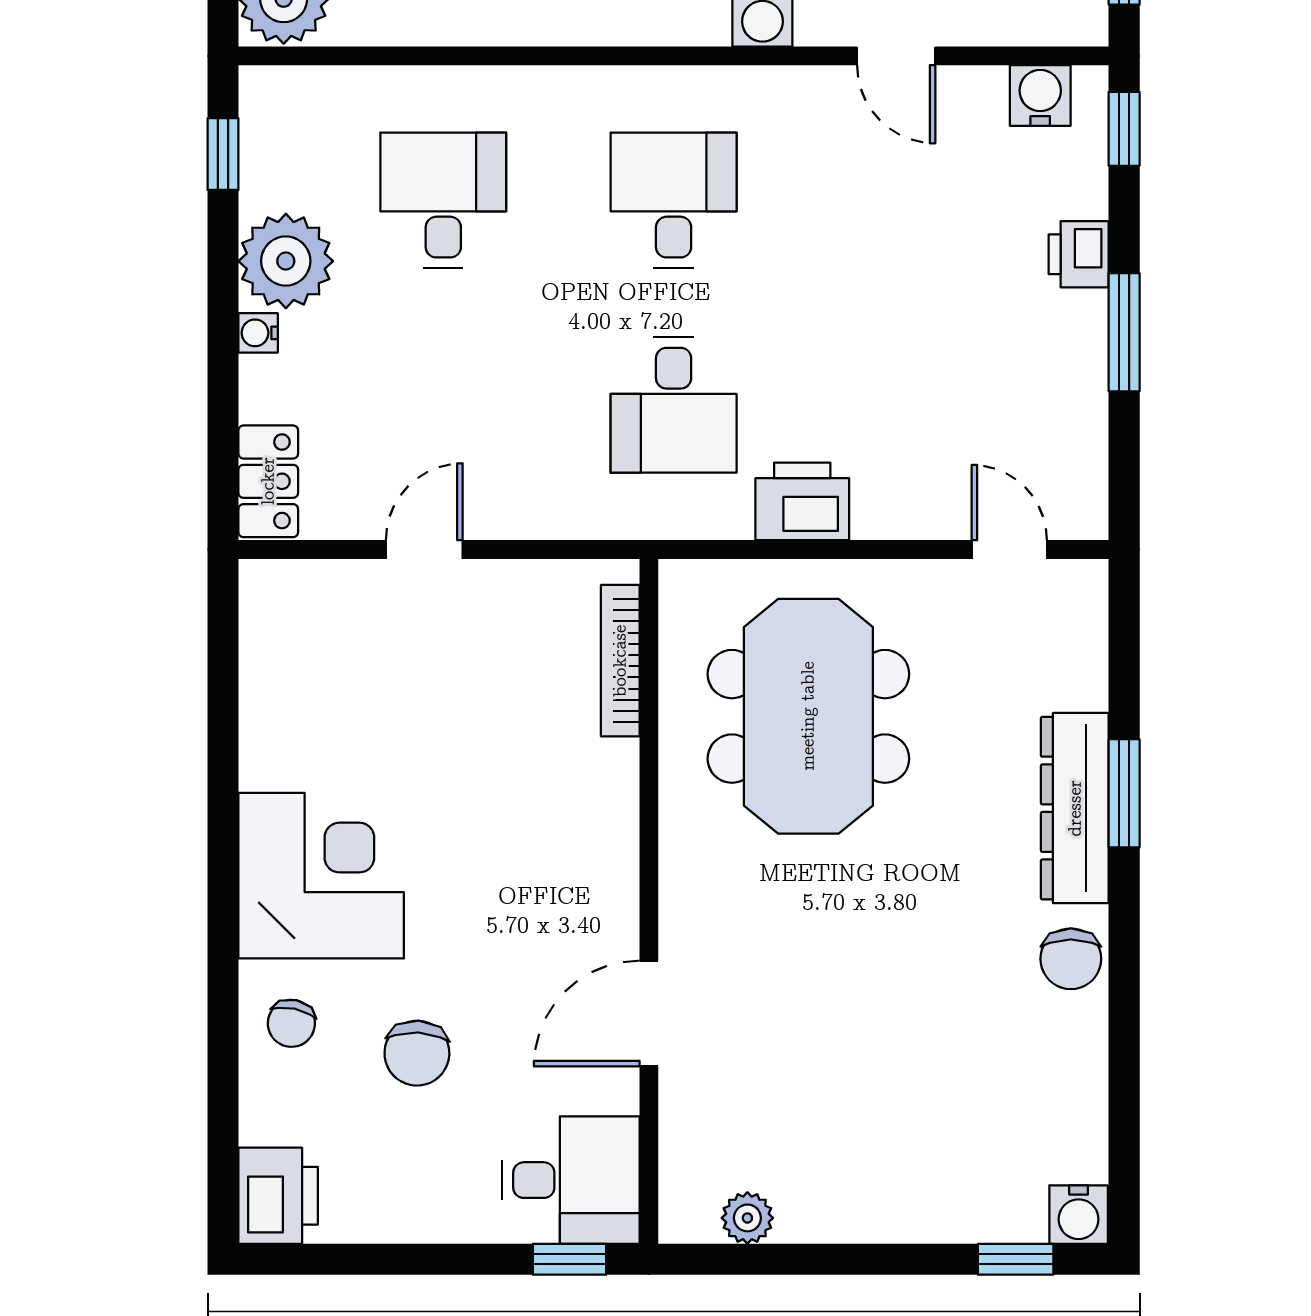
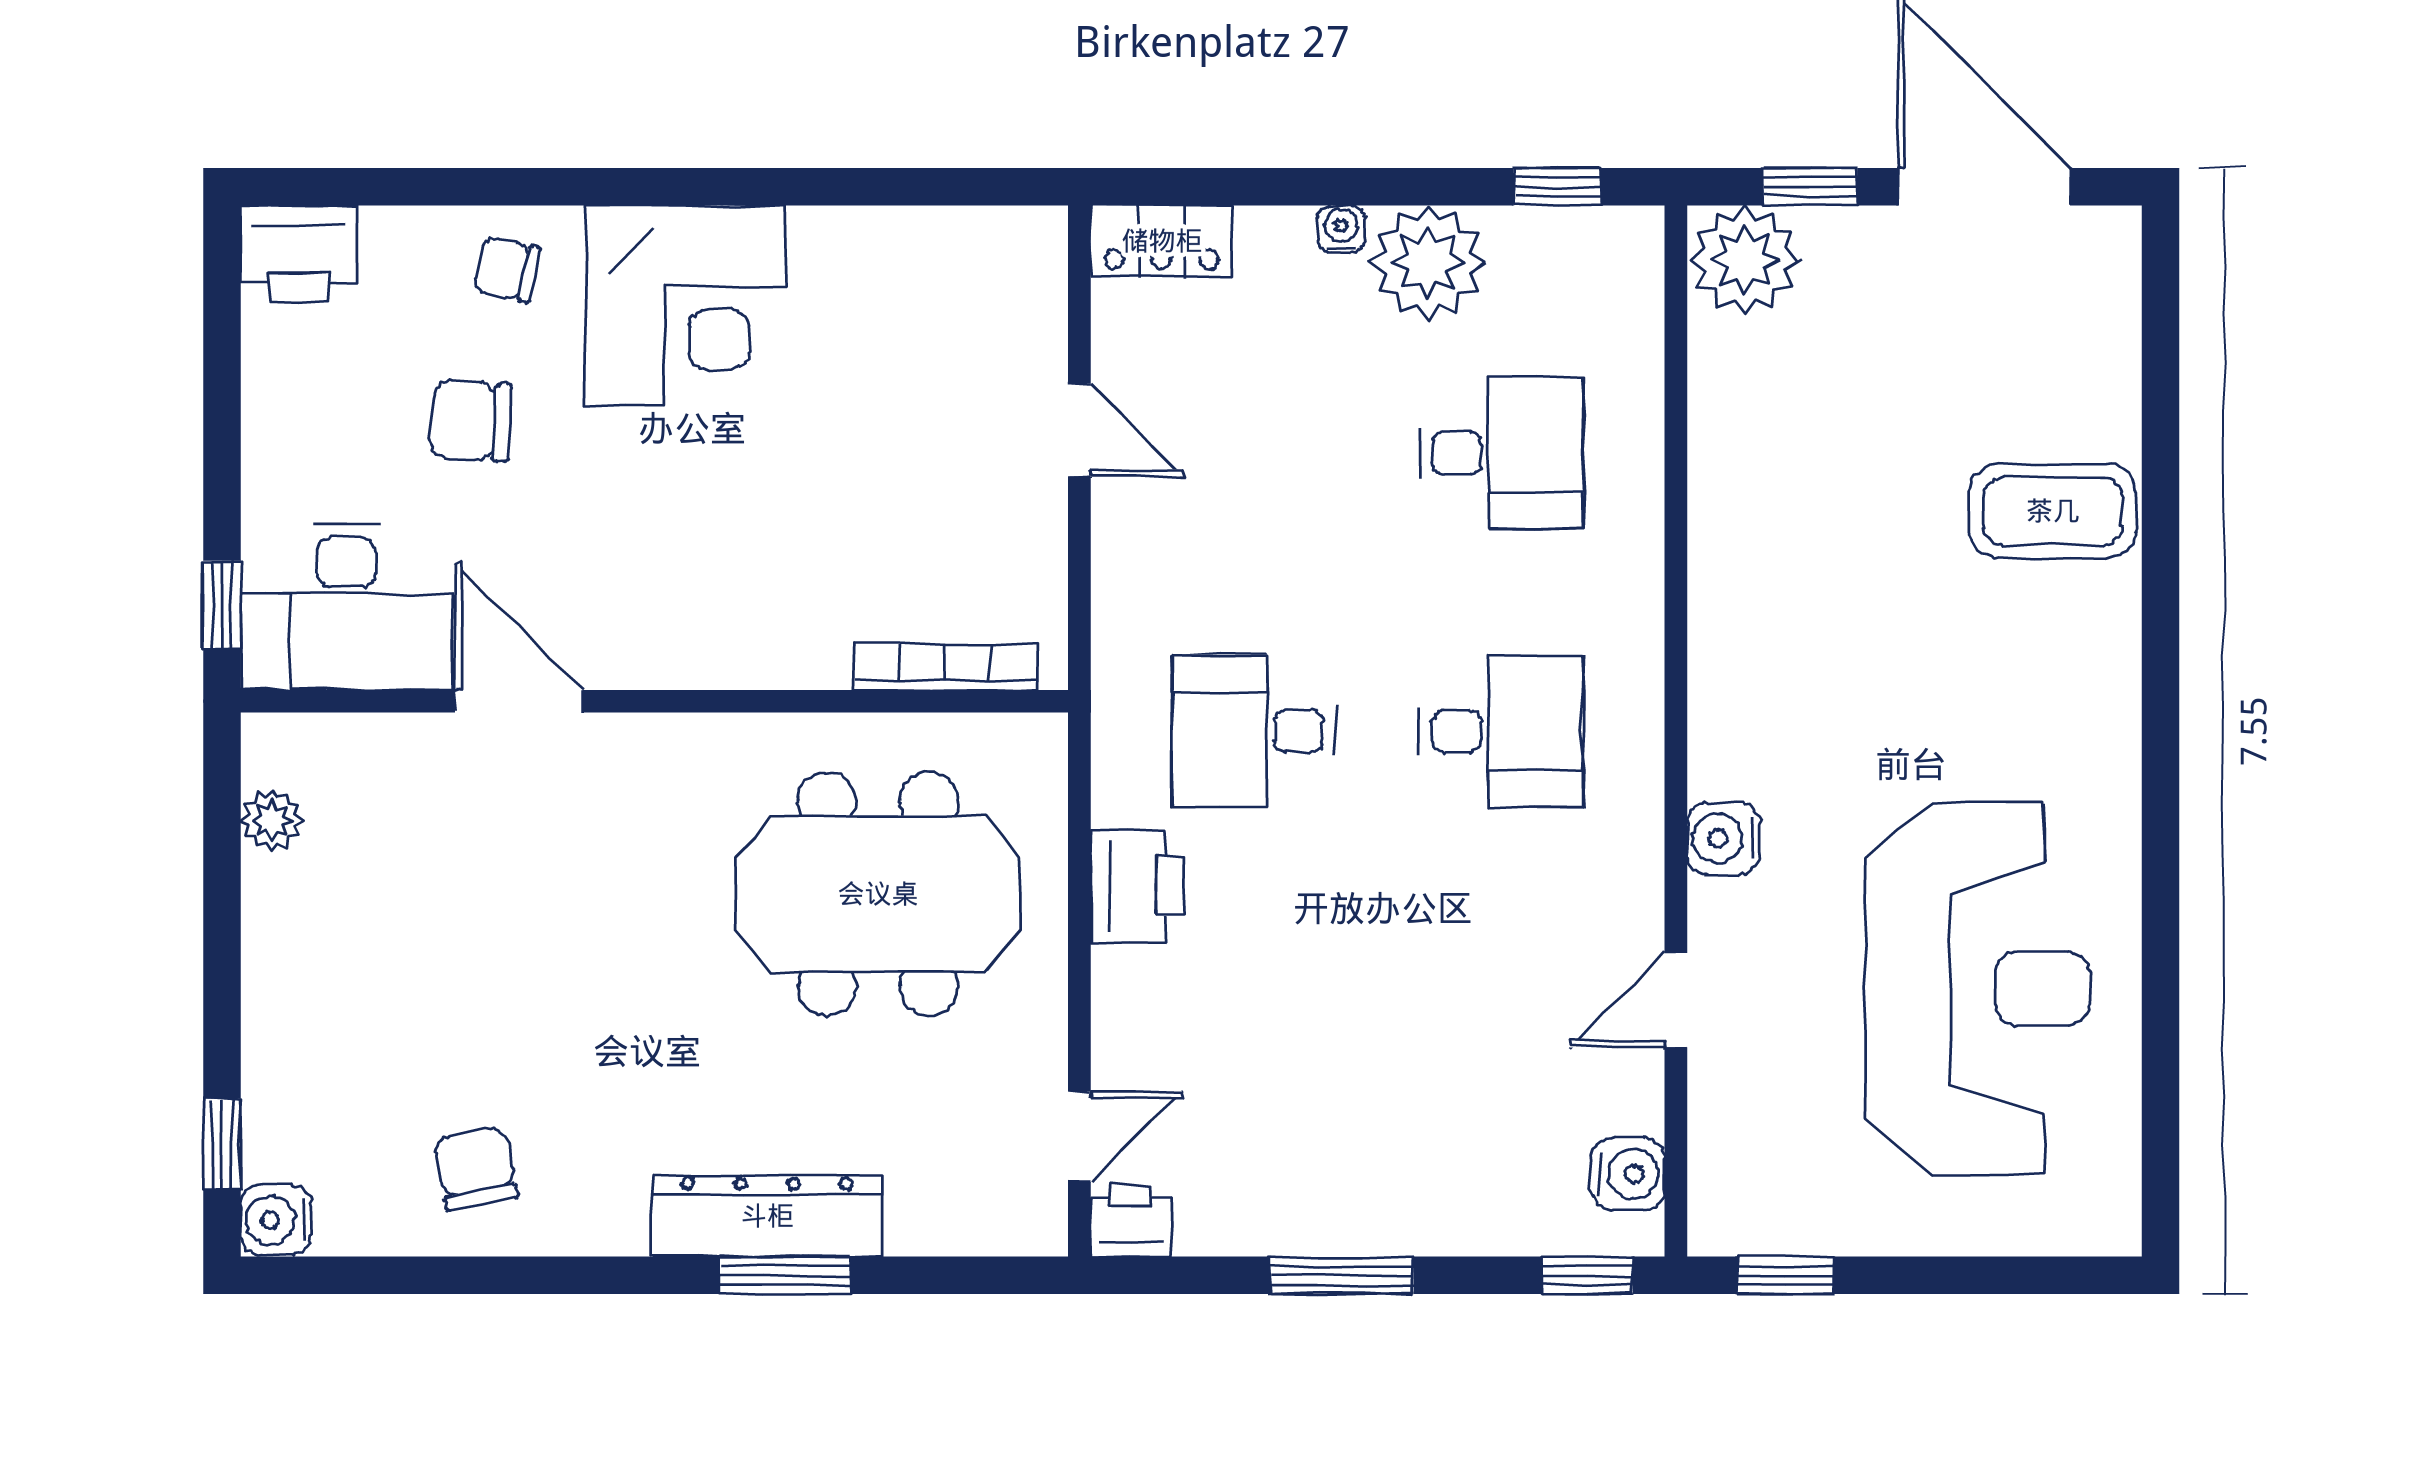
printer: (1079, 254) -> (1131, 1220), moved
chair: (1071, 959) -> (476, 1168), moved, turned 79
desk: (571, 1180) -> (346, 607), width x1.37

